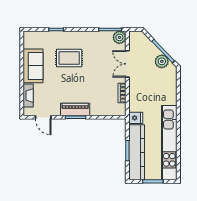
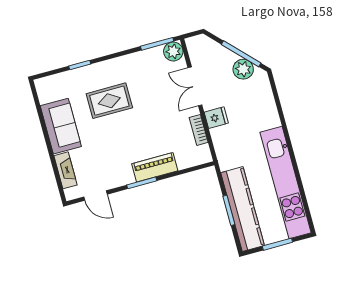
piano: (75, 109) -> (155, 167), moved
fridge: (136, 118) -> (216, 118), moved

